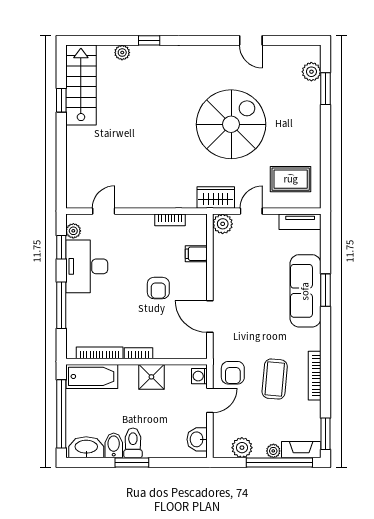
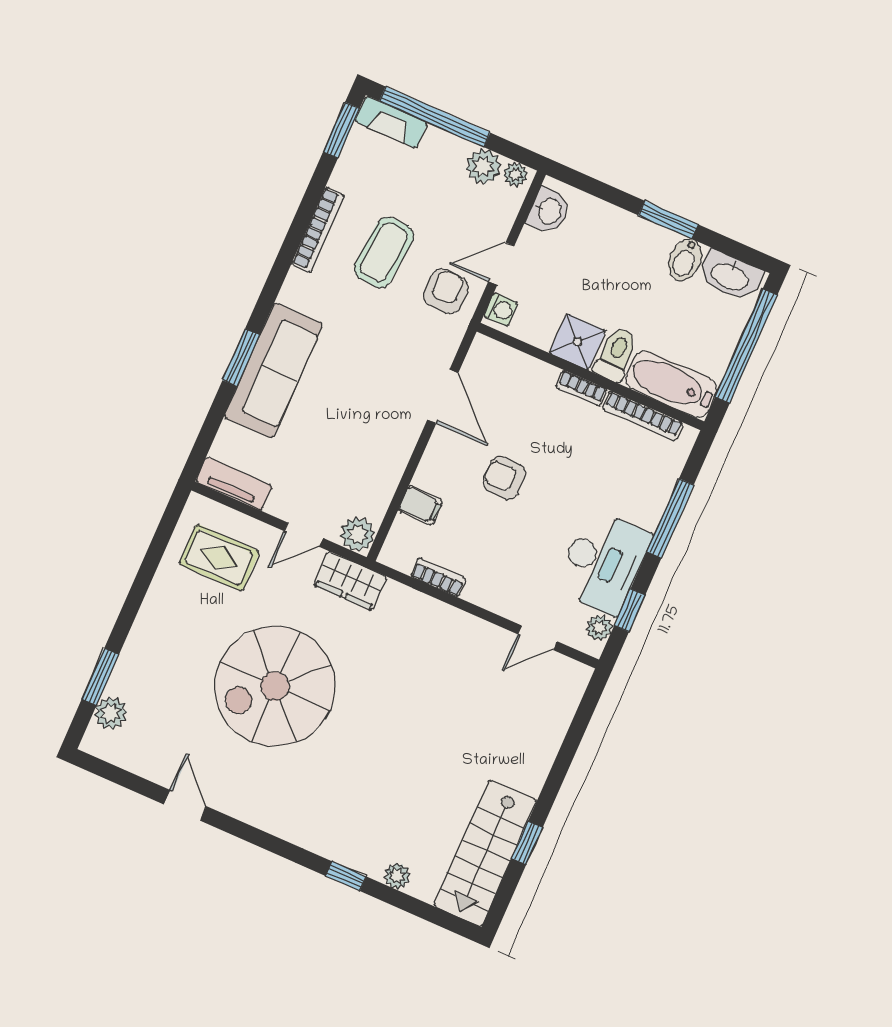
armchair: (158, 288) -> (505, 478), turned -90
toilet: (133, 443) -> (616, 354), moved, turned 180
plant: (273, 451) -> (515, 174), moved

